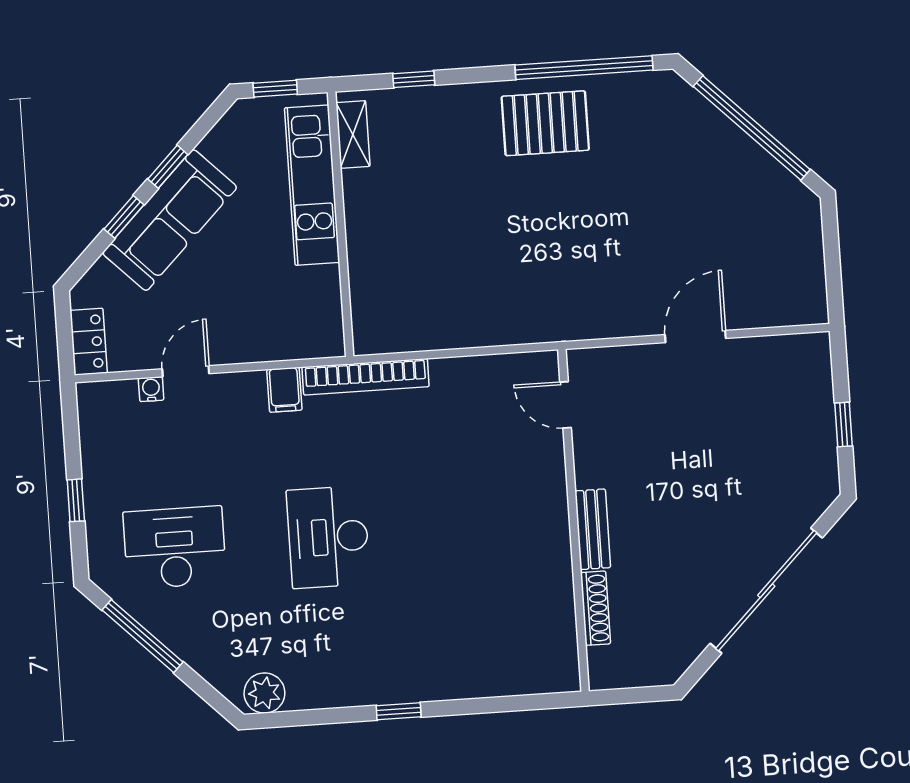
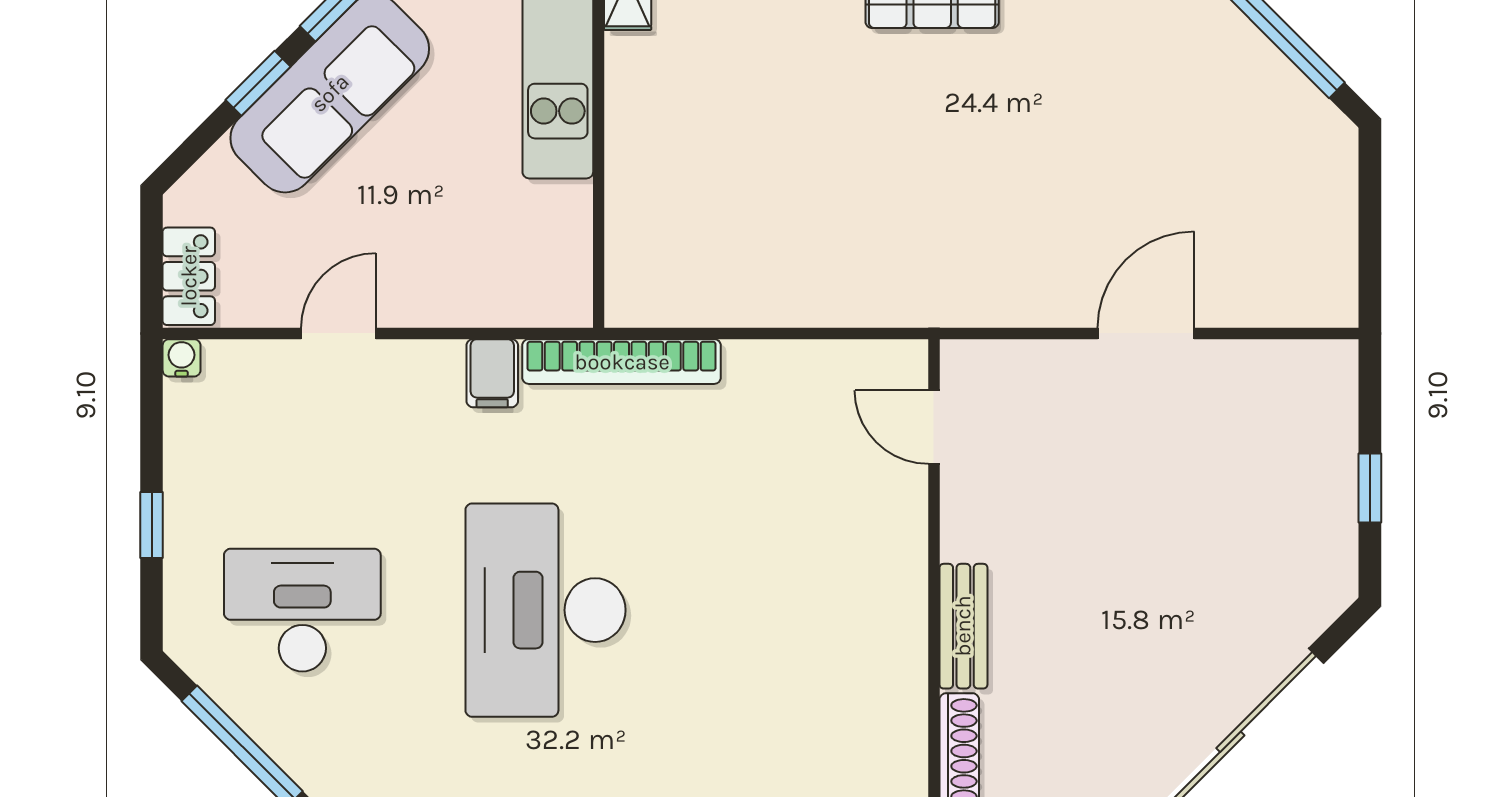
water cooler: (151, 389) -> (182, 358), moved
desk: (328, 537) -> (546, 610), width x1.36, depth x1.30

